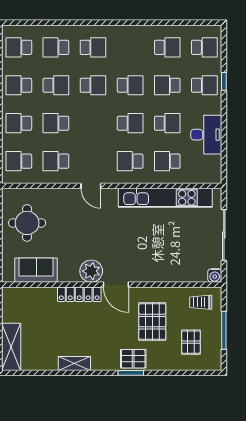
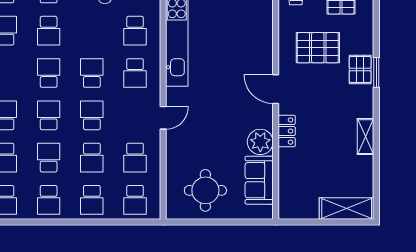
school desk: (167, 123) -> (92, 115), moved
plant: (91, 271) -> (260, 142), moved
door: (116, 285) -> (276, 89), swing flipped
locker: (79, 294) -> (287, 131), width x0.66

